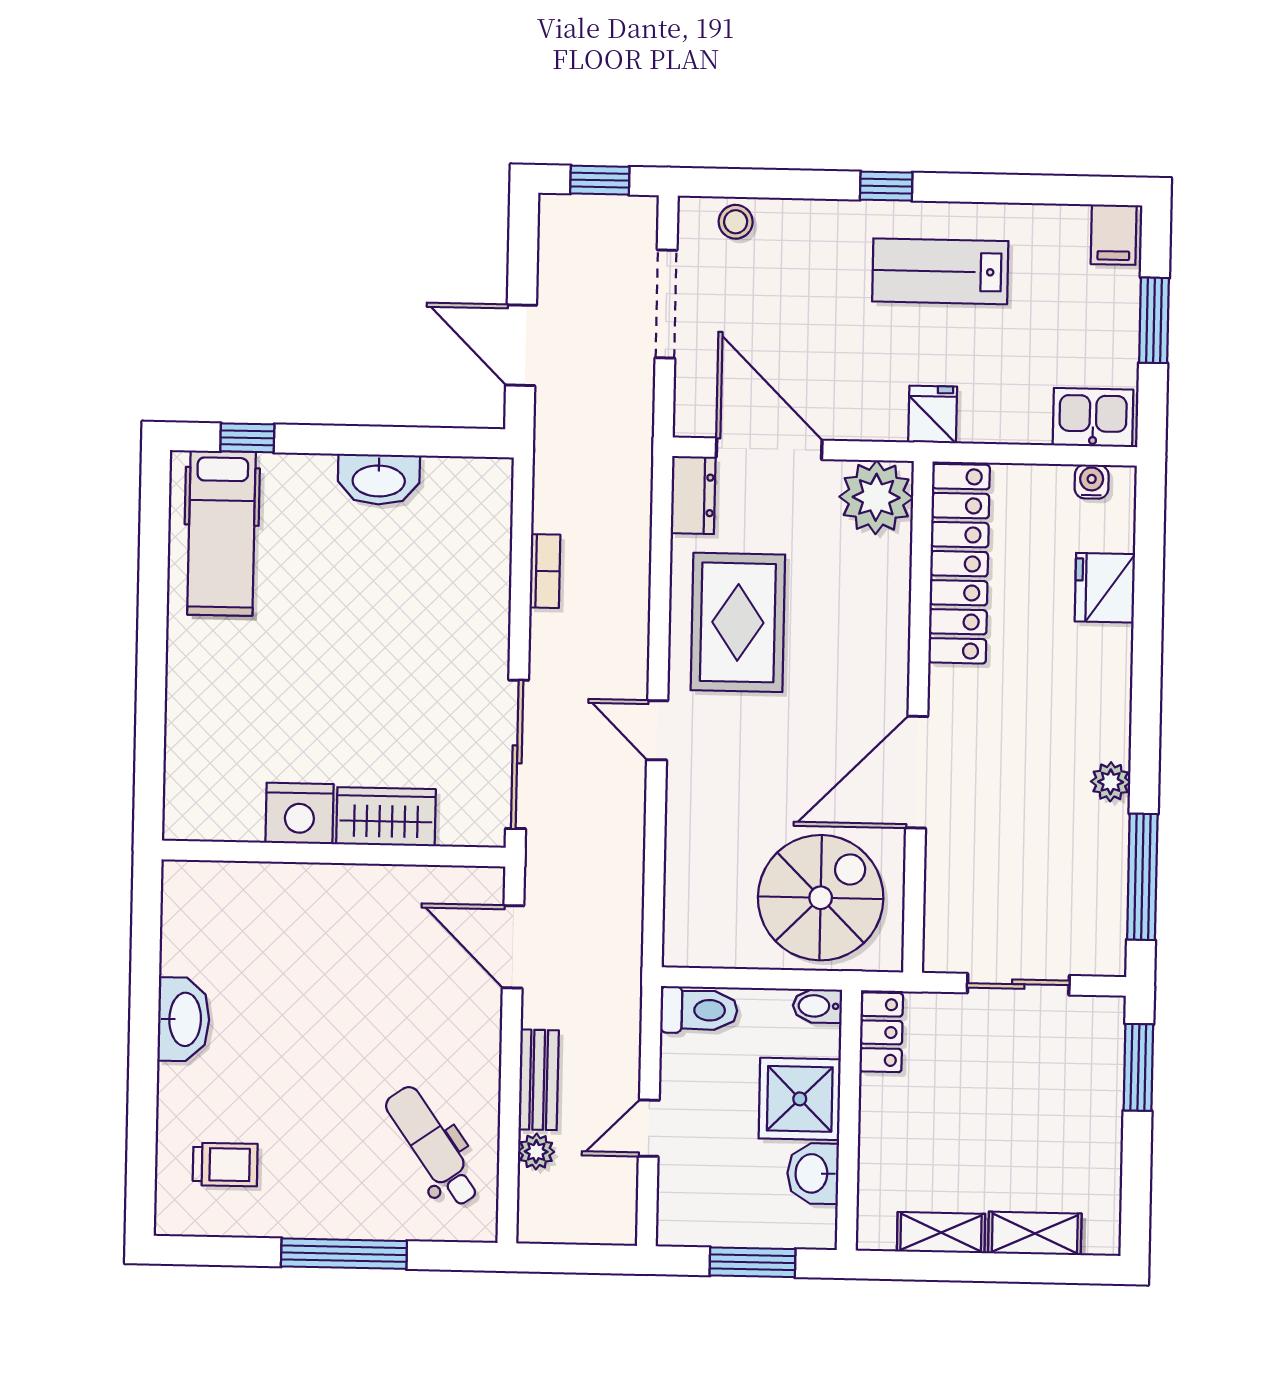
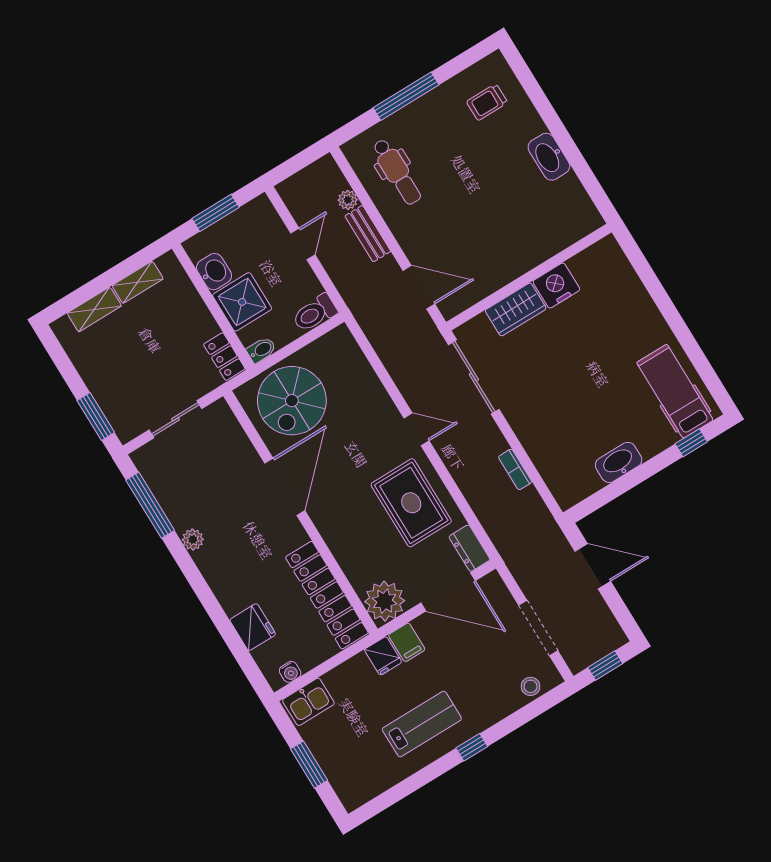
filing cabinet: (1114, 235) -> (407, 642), moved, turned 180
dental chair: (433, 1146) -> (397, 172), turned 35

